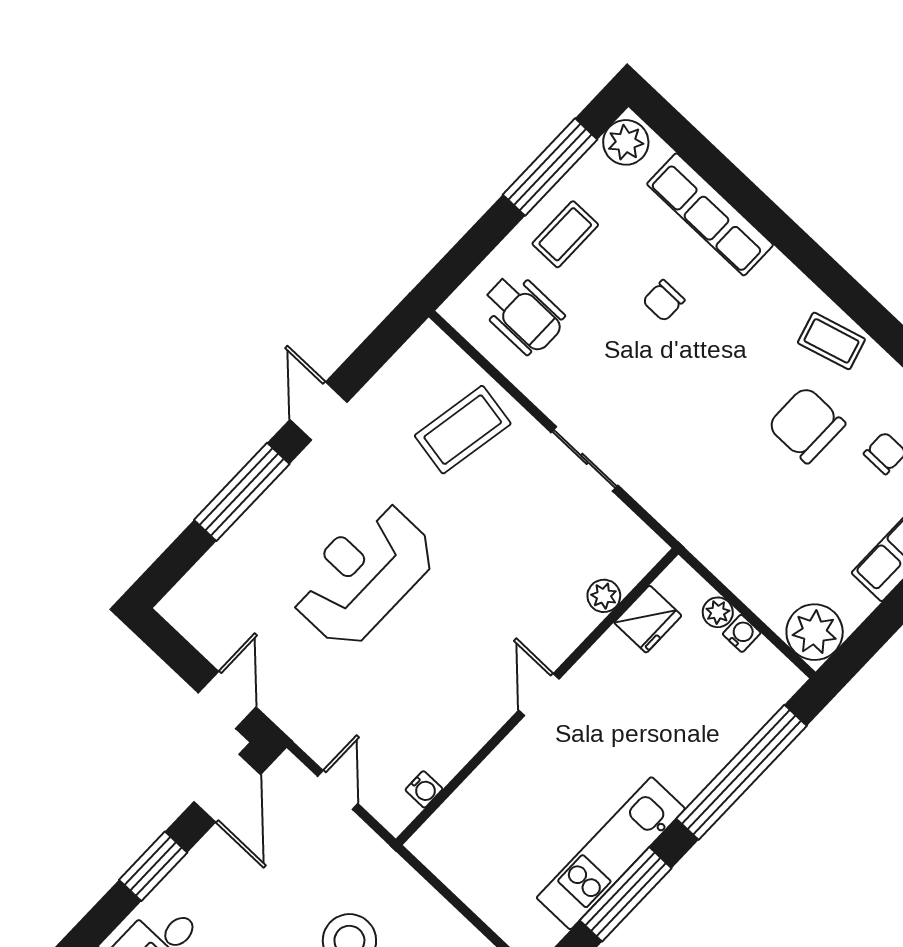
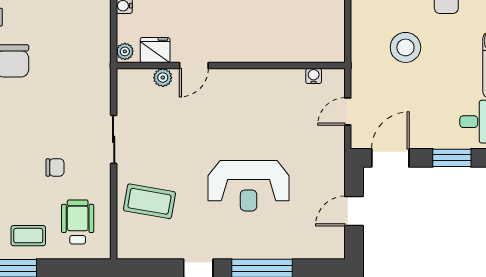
chair: (664, 301) -> (55, 167), moved
plant: (718, 612) -> (125, 51), moved
door: (539, 695) -> (194, 66), moved
door: (227, 700) -> (354, 211), moved

